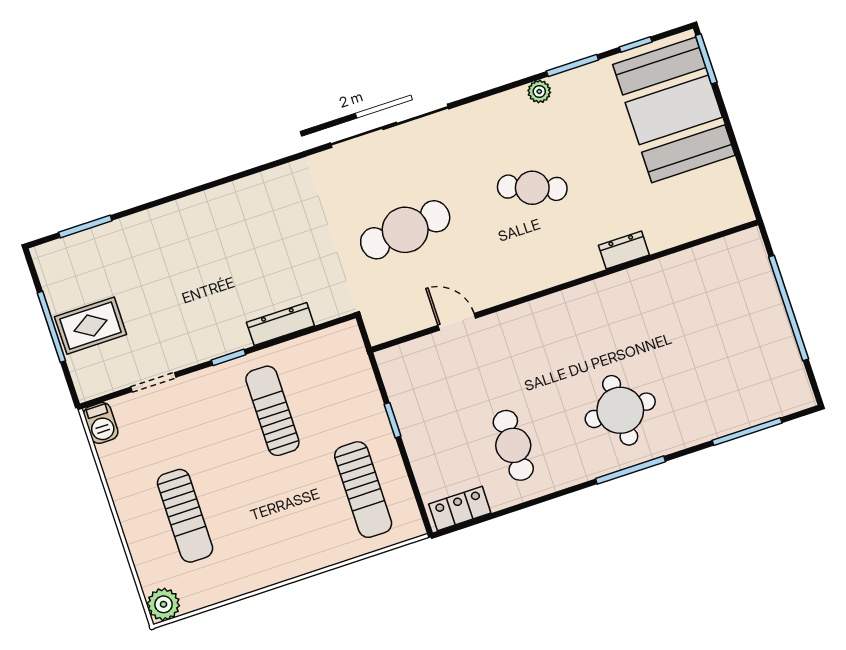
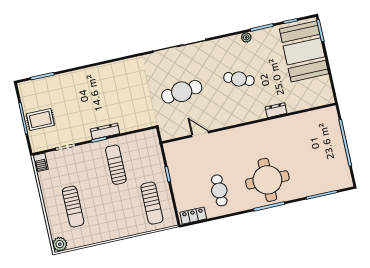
dresser: (280, 324) -> (105, 131), moved
round table: (620, 410) -> (267, 180), width x1.36, depth x1.36

